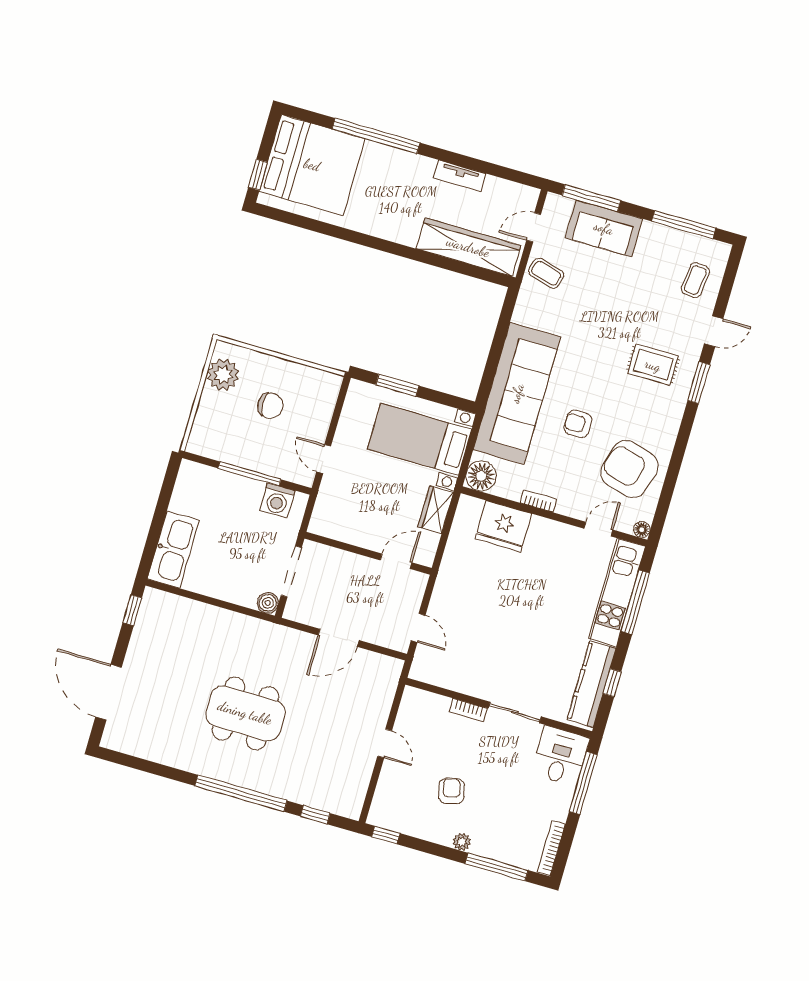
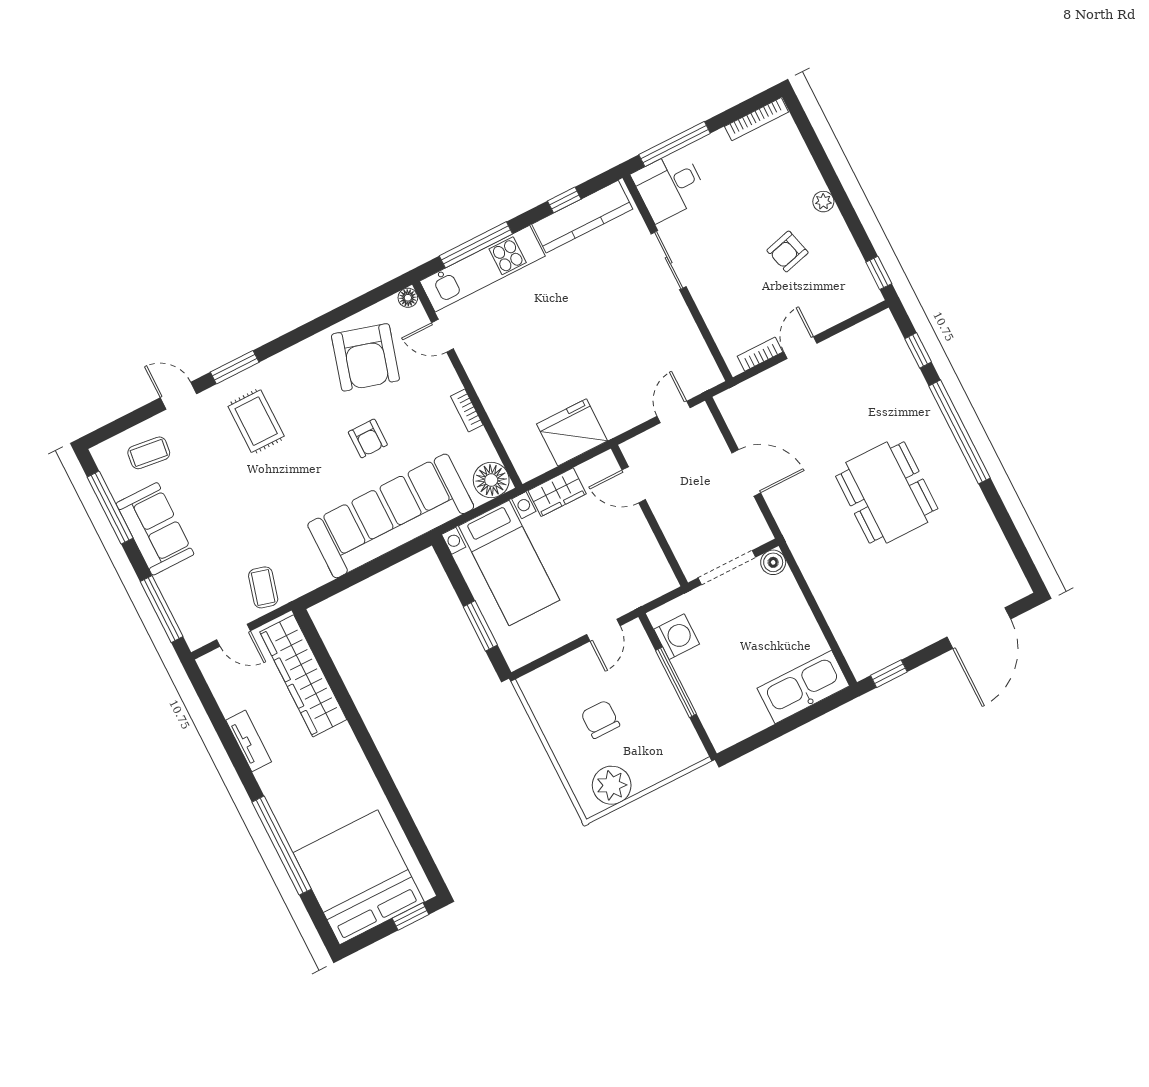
sofa: (604, 228) -> (155, 529), moved
fridge: (503, 526) -> (572, 432), moved, turned -90
bookcase: (468, 710) -> (760, 354), moved, turned -90
window: (497, 867) -> (817, 151), removed

